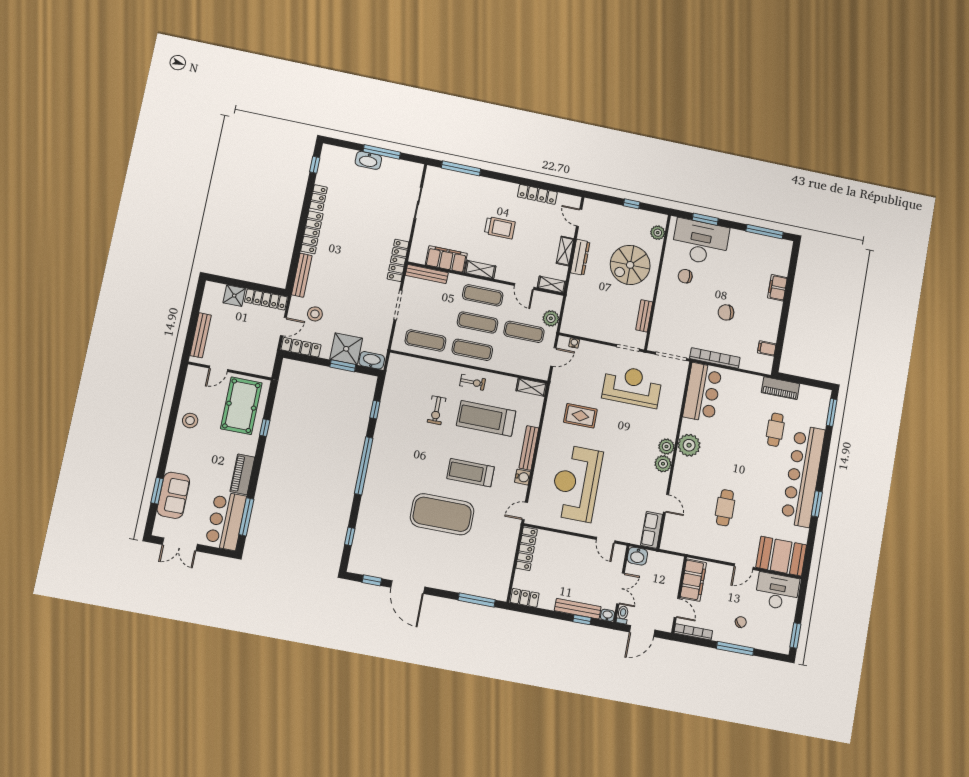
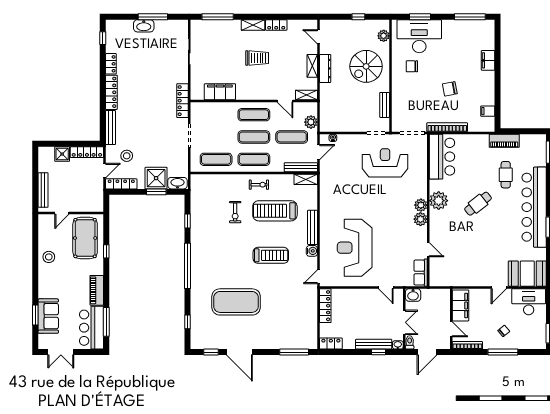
locker: (537, 194) -> (276, 25), width x0.66
shelving: (480, 269) -> (253, 25), moved
bench: (427, 274) -> (301, 167), moved
rug: (580, 416) -> (348, 194), removed
treadmill: (471, 473) -> (271, 255), turned 180
cafe table: (725, 508) -> (478, 204), moved, turned 52
exercise mat: (442, 514) -> (236, 302), moved

